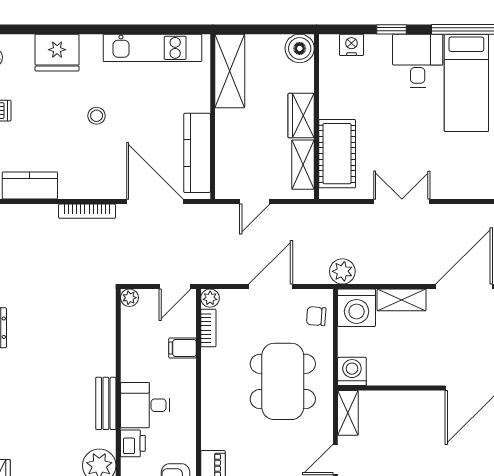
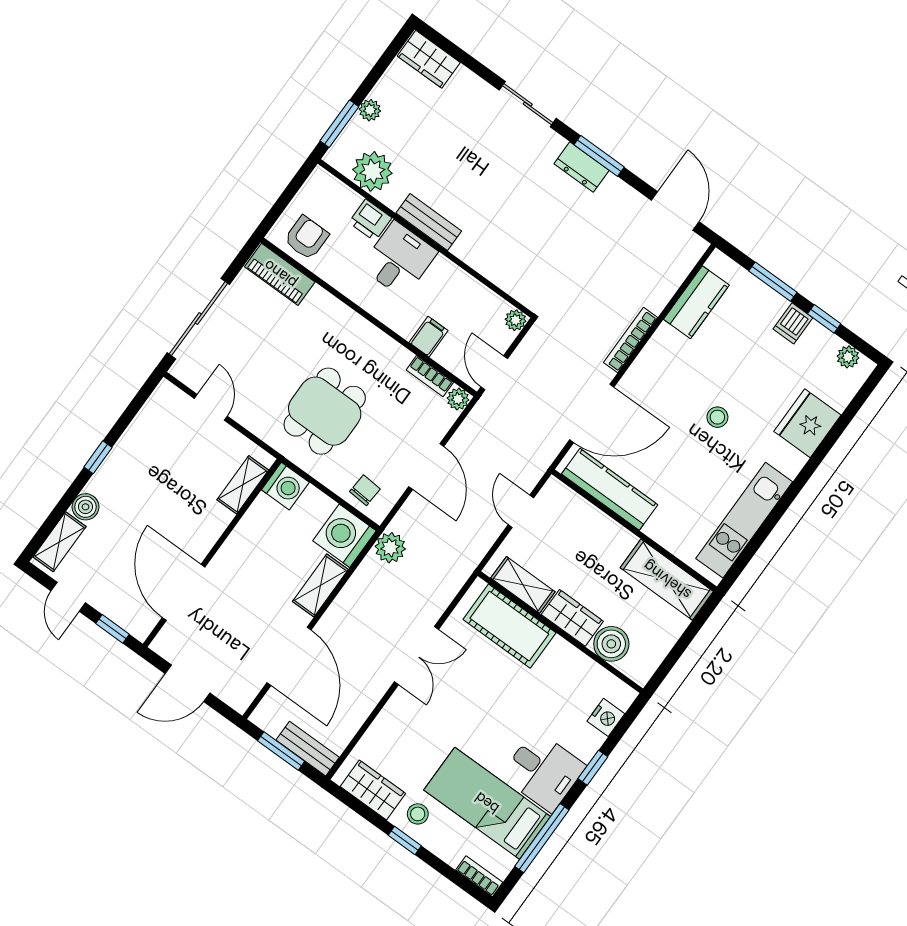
boiler: (300, 48) -> (611, 644), moved
dining table: (283, 381) -> (325, 411), width x0.73
shelving: (348, 413) -> (243, 485), moved, turned 90

